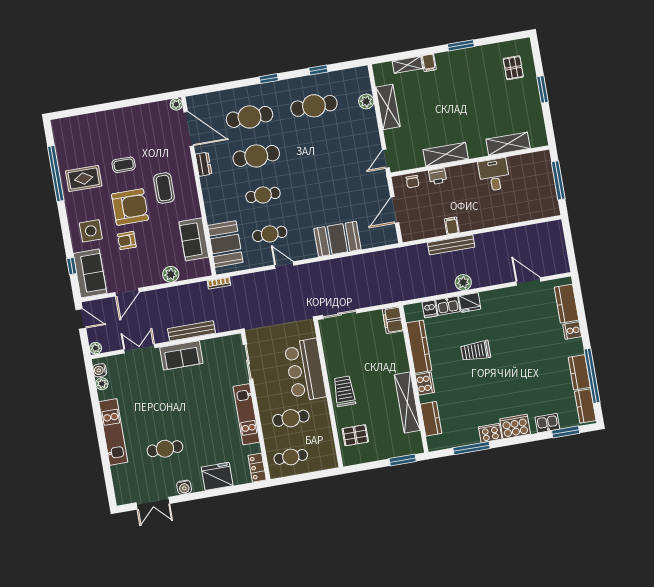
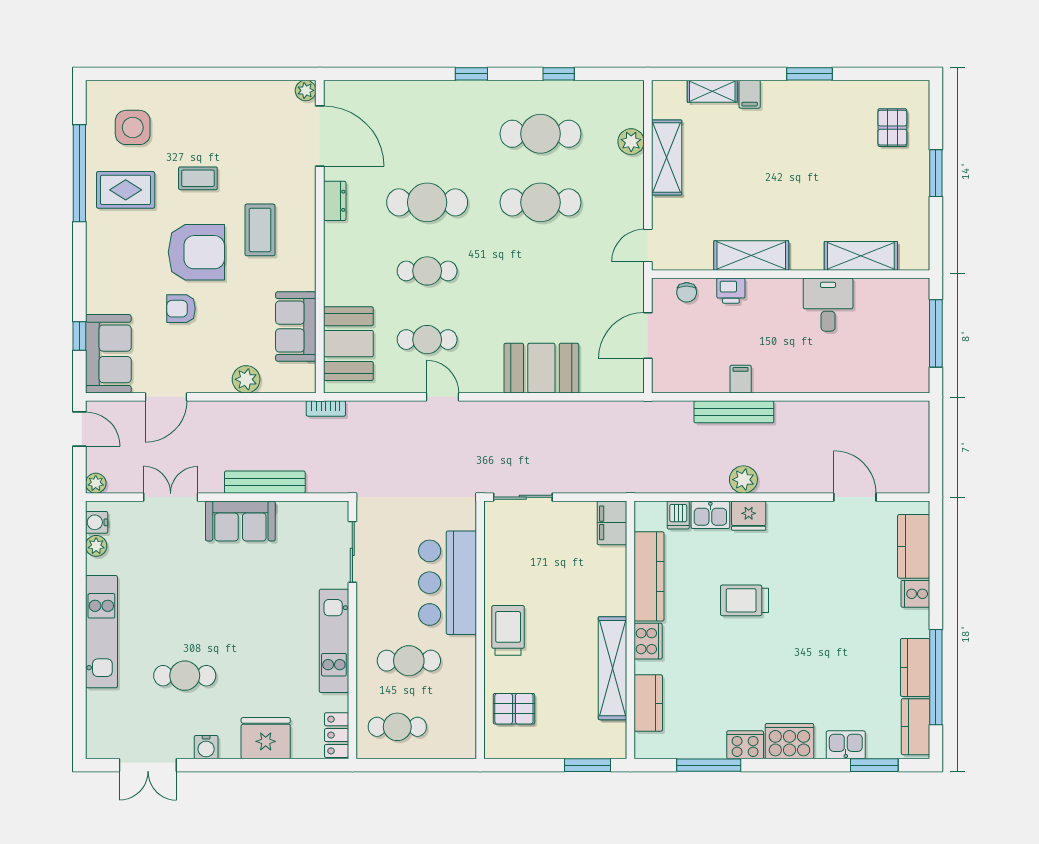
cafe table: (250, 117) -> (540, 202), moved
side table: (91, 231) -> (133, 127), moved

